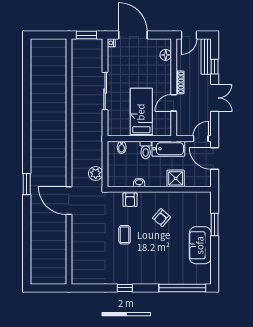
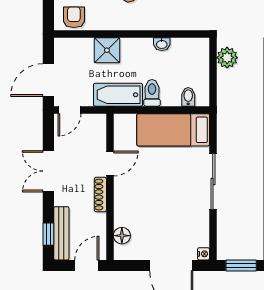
window: (215, 67) -> (48, 234), moved
bed: (141, 112) -> (173, 130), moved, turned 90
door: (215, 159) -> (48, 80), swing flipped
armchair: (130, 200) -> (74, 17), moved

